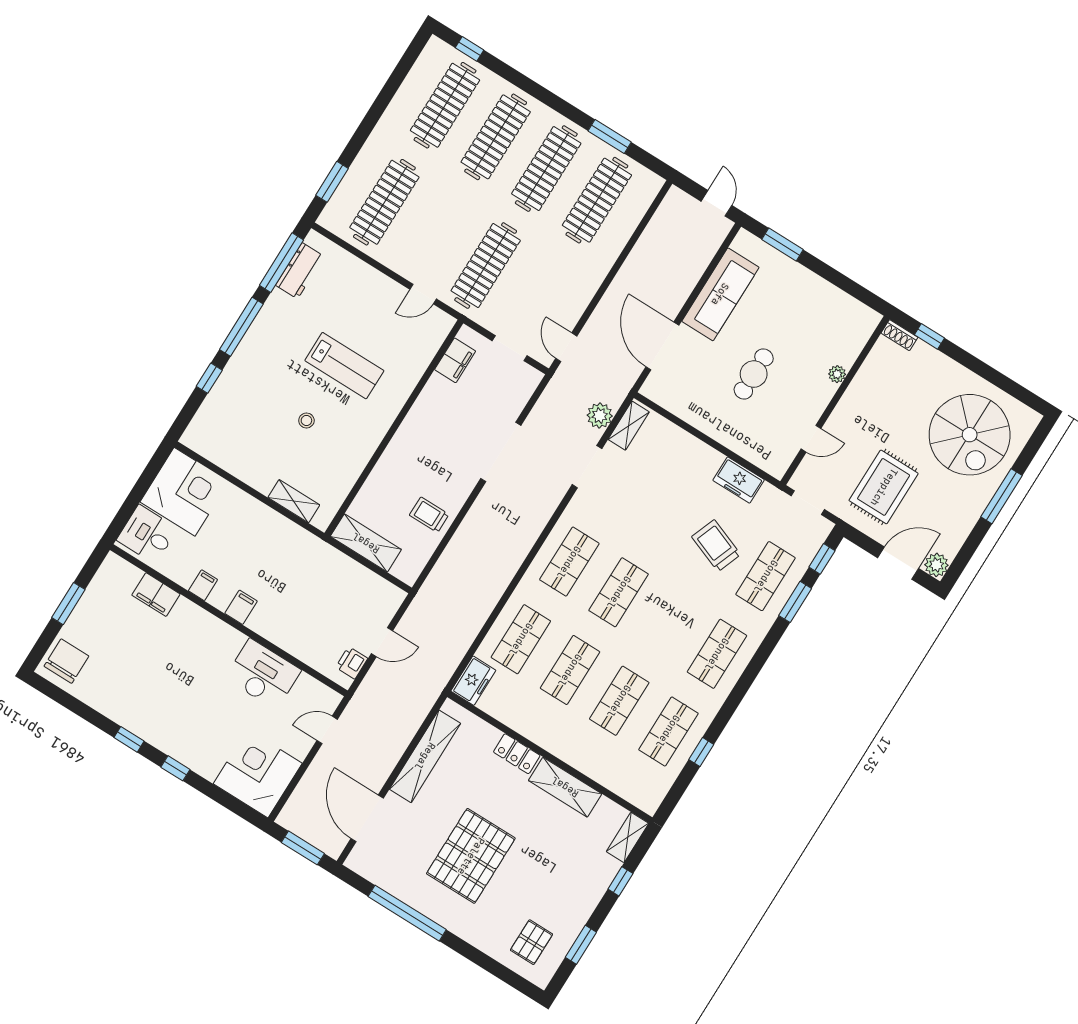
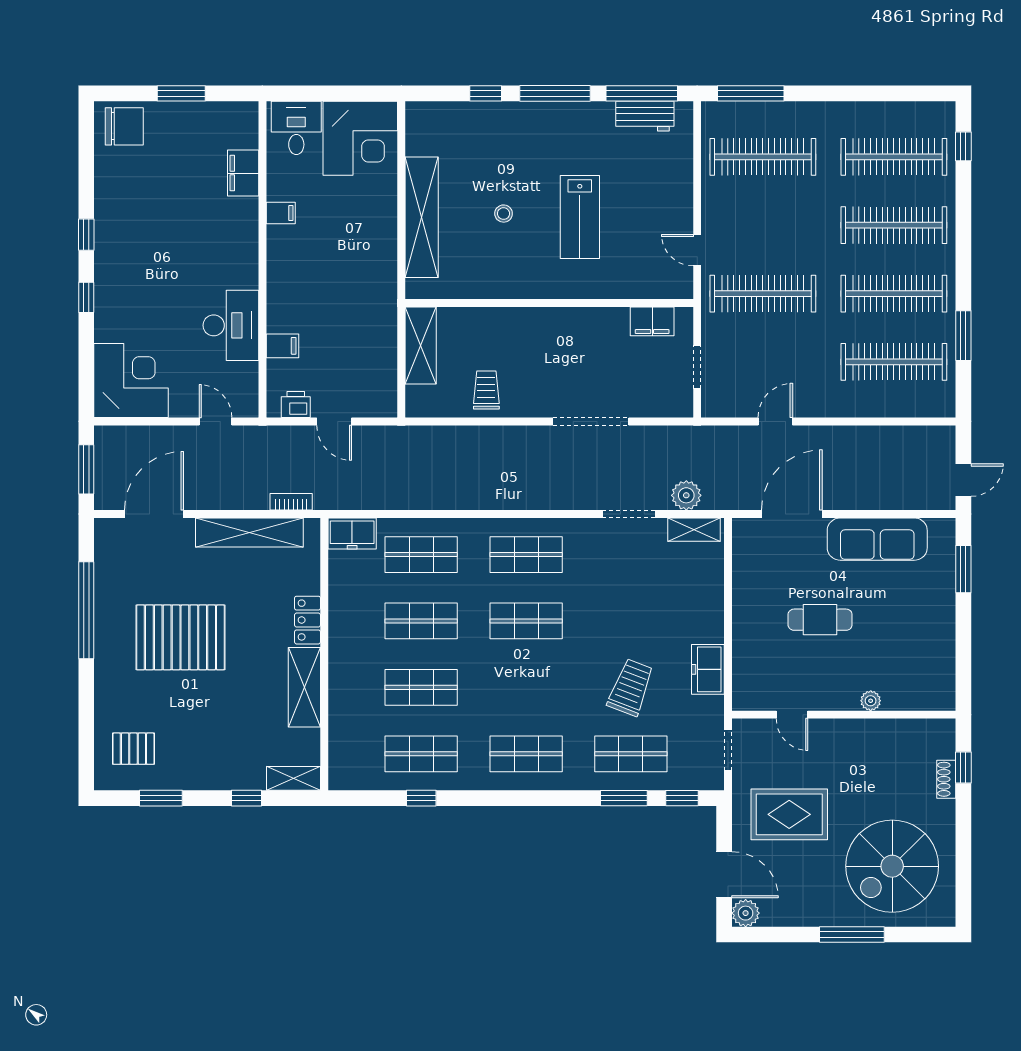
window: (332, 182) -> (751, 93), width x1.44
shoe rack: (899, 335) -> (946, 779), moved
door: (566, 347) -> (775, 421), moved
shelving: (294, 501) -> (422, 217), width x2.20, depth x1.33
filing cabinet: (241, 607) -> (282, 346), moved
bookcase: (422, 711) -> (291, 502), added

